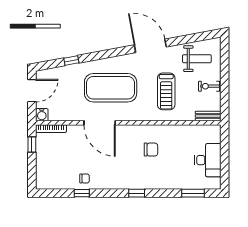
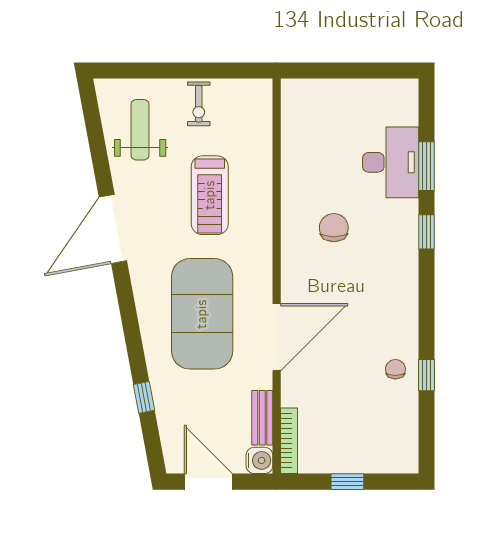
treadmill: (166, 91) -> (210, 195), turned 90
bench: (208, 116) -> (262, 418), moved
window: (32, 144) -> (347, 482), moved
desk: (208, 160) -> (391, 162), moved, turned 90
window: (137, 193) -> (426, 232), moved
window: (193, 193) -> (426, 166), moved

